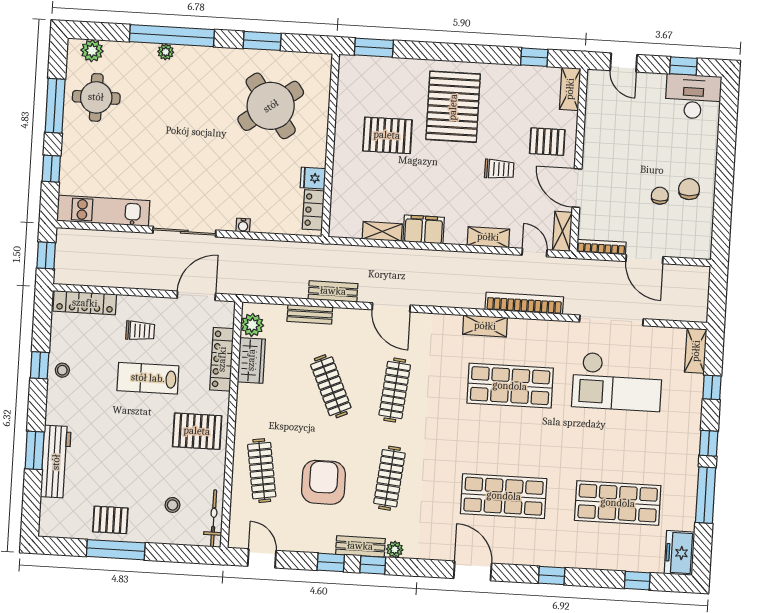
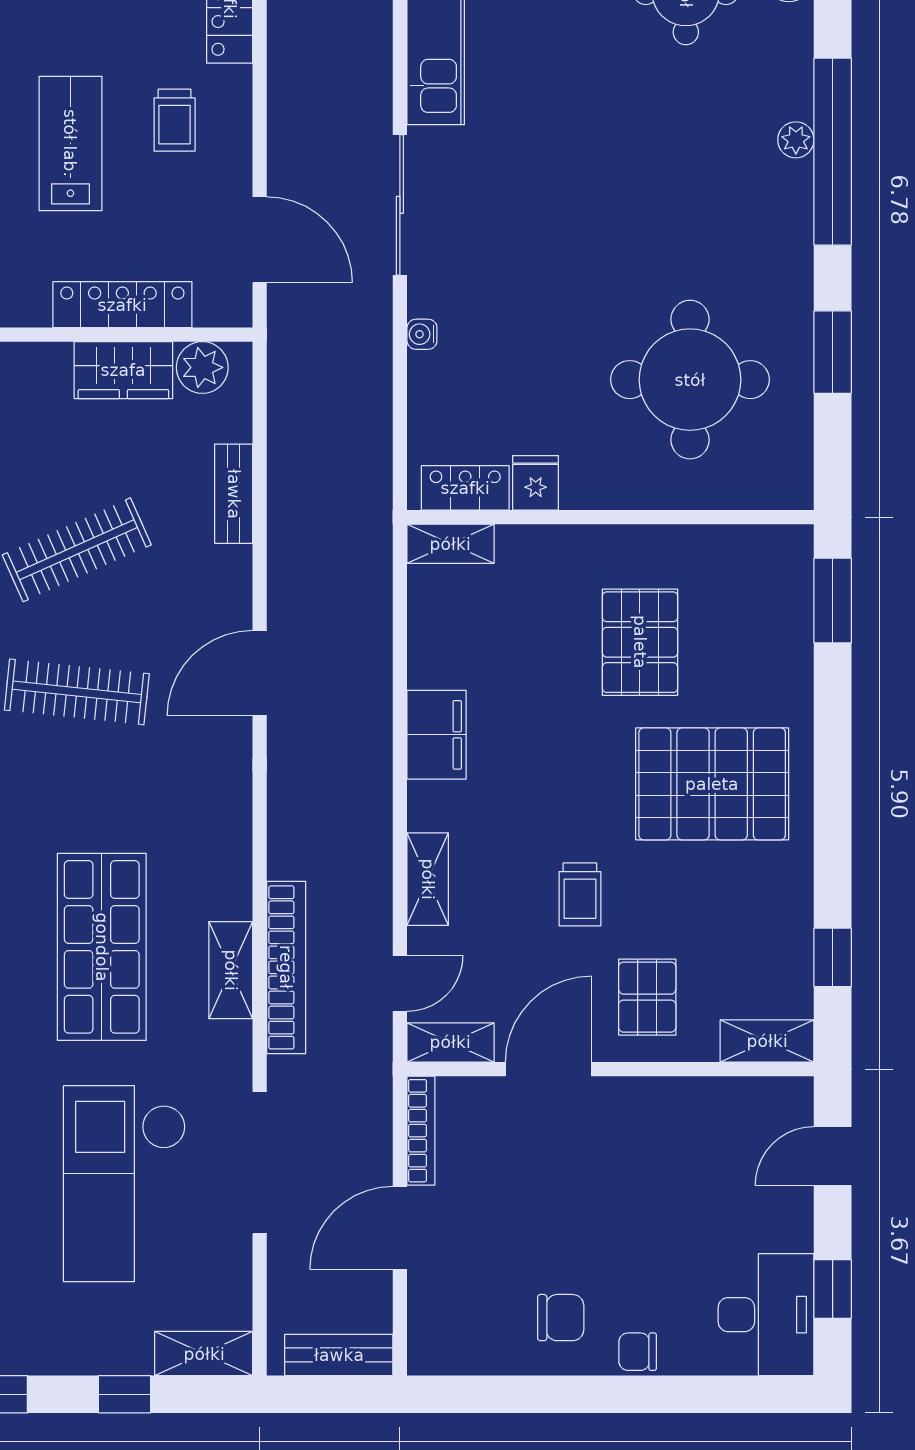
round table: (271, 106) -> (690, 380), turned 36
chair: (660, 196) -> (638, 1352), moved, turned 180
shelving: (382, 231) -> (450, 544), moved, turned 90
bench: (333, 291) -> (339, 1355), moved, turned 90
shelving: (485, 326) -> (231, 970), moved

